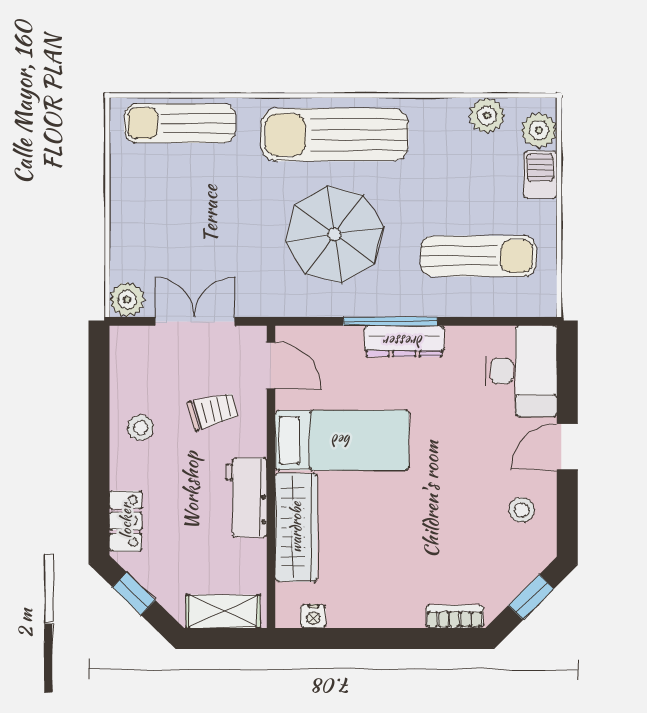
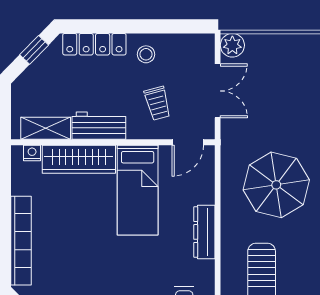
window: (390, 321) -> (218, 223), removed
locker: (126, 521) -> (94, 44), width x1.53
shelving: (223, 611) -> (46, 128), moved, turned 90
nightstand: (313, 616) -> (32, 153), moved, turned 90
bookcase: (455, 617) -> (21, 241), width x2.31, depth x1.31

